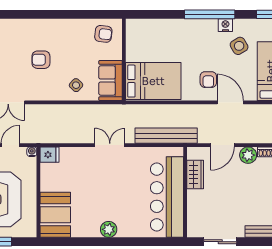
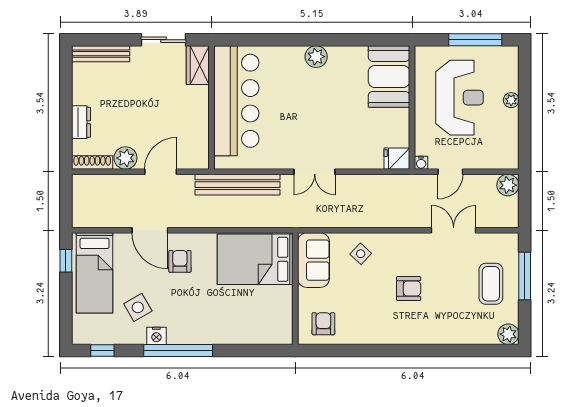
armchair: (103, 34) -> (323, 324), turned 83
wardrobe: (195, 174) -> (198, 65), moved

